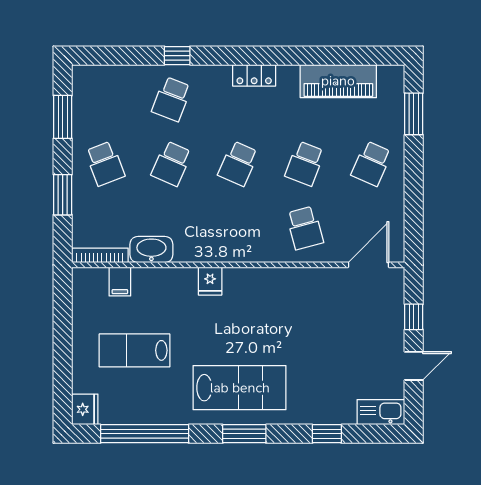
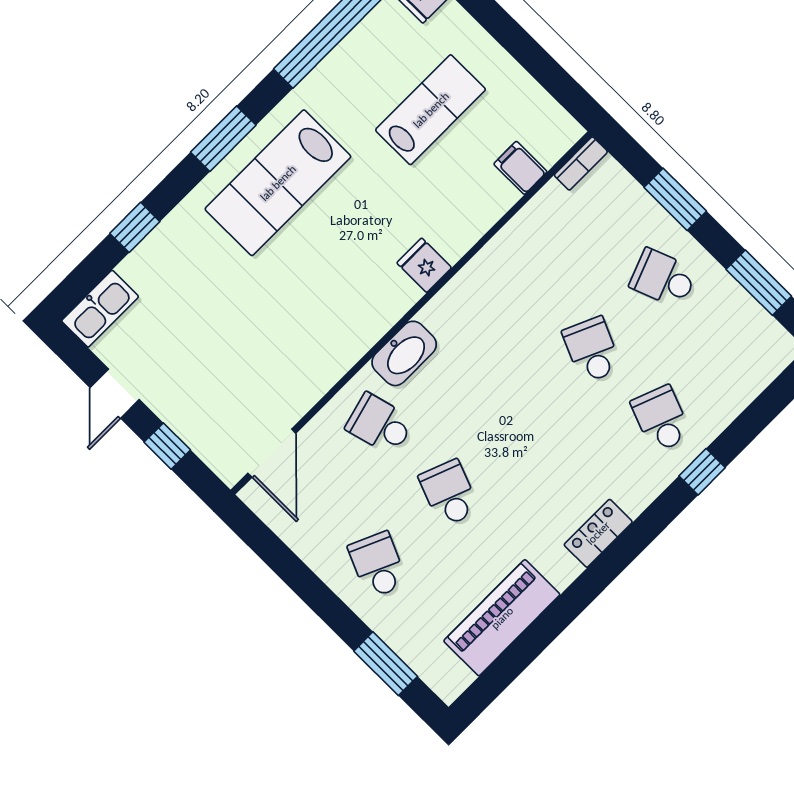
school desk: (238, 164) -> (520, 422), removed
washbasin: (151, 249) -> (404, 353), moved
bookcase: (100, 255) -> (581, 163), width x0.64

